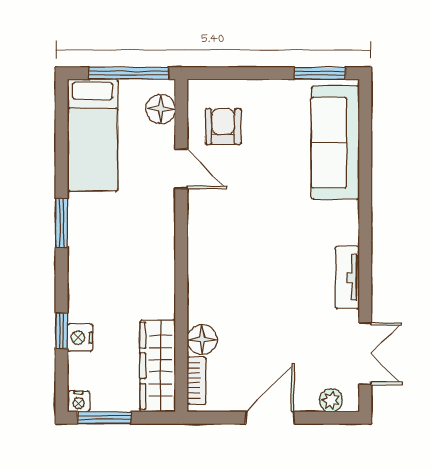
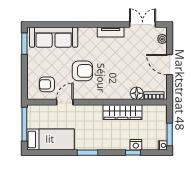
floor lamp: (161, 109) -> (39, 111), removed
armchair: (255, 211) -> (82, 71), added
wardrobe: (158, 366) -> (123, 112), moved

